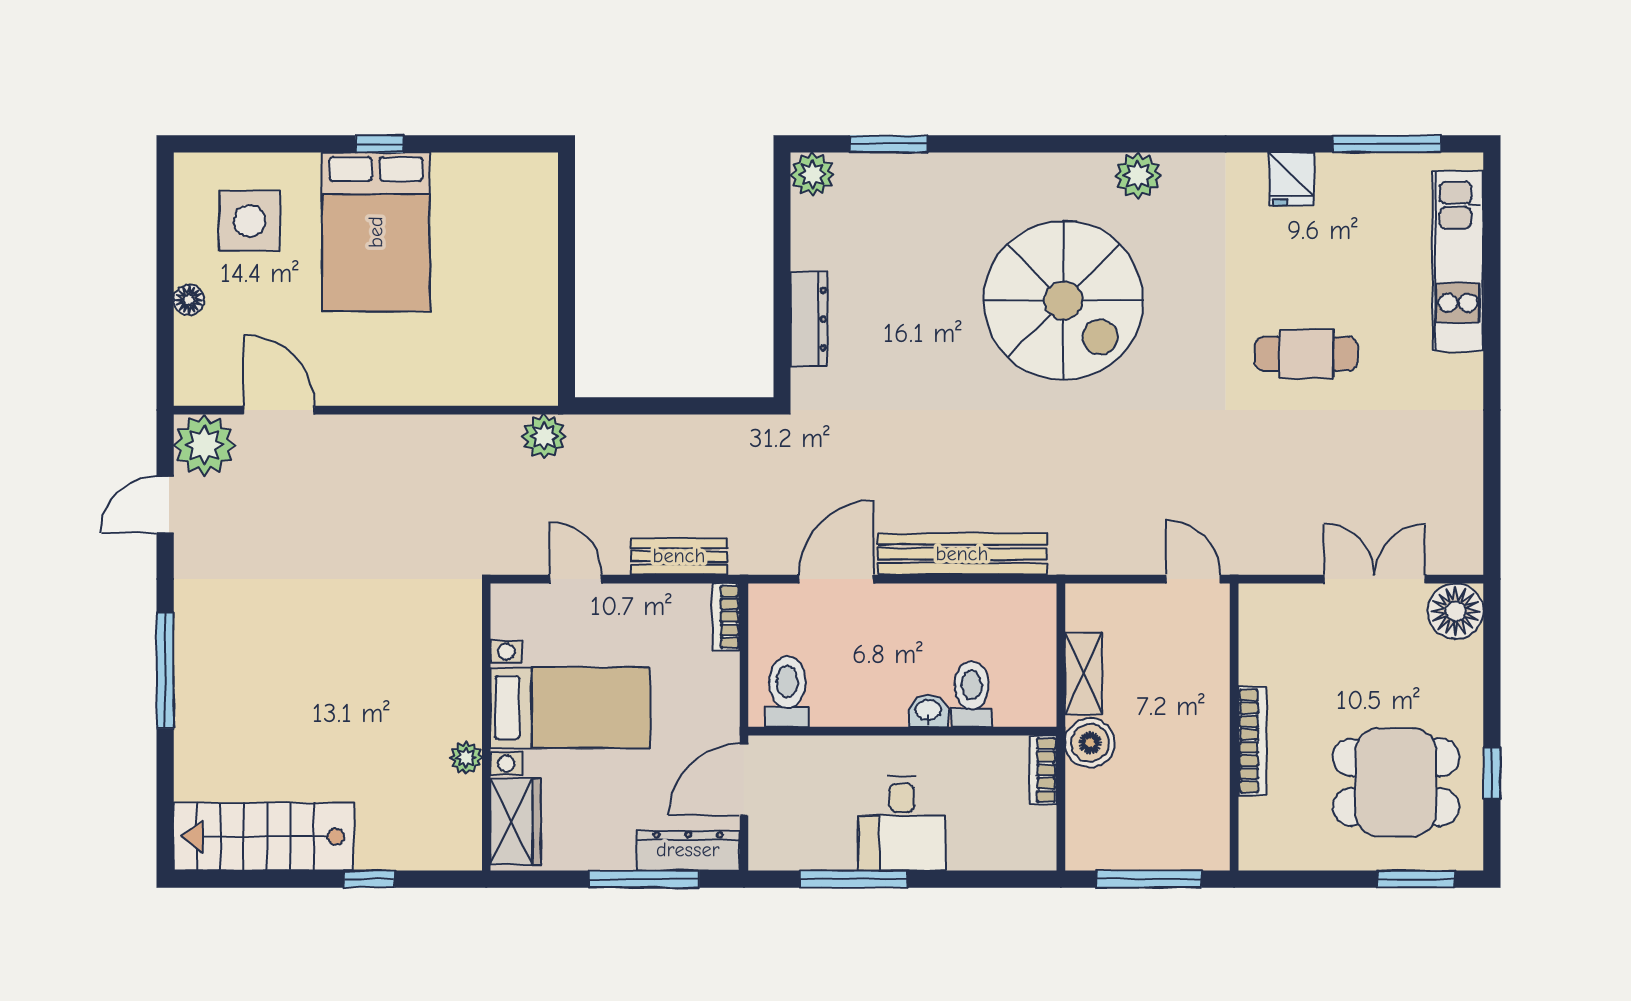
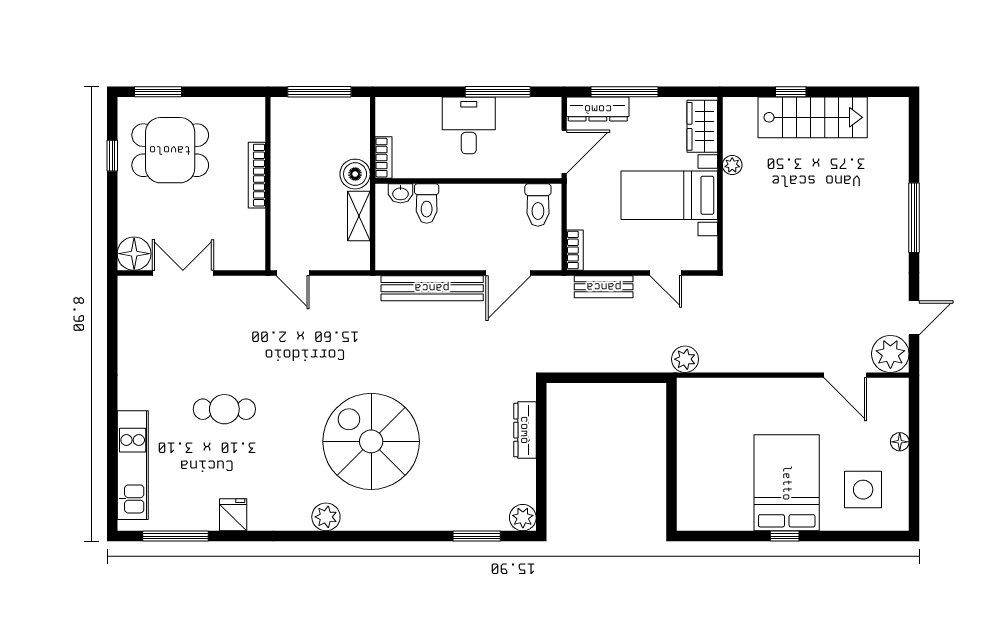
double door: (1375, 579) -> (183, 273), swing flipped
washbasin: (928, 711) -> (400, 193), moved
stairs: (264, 837) -> (813, 117), moved

